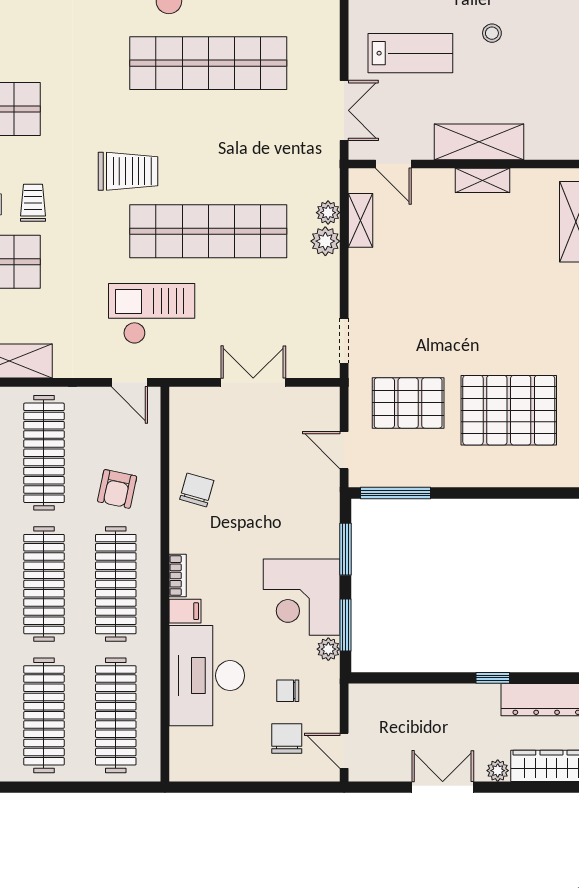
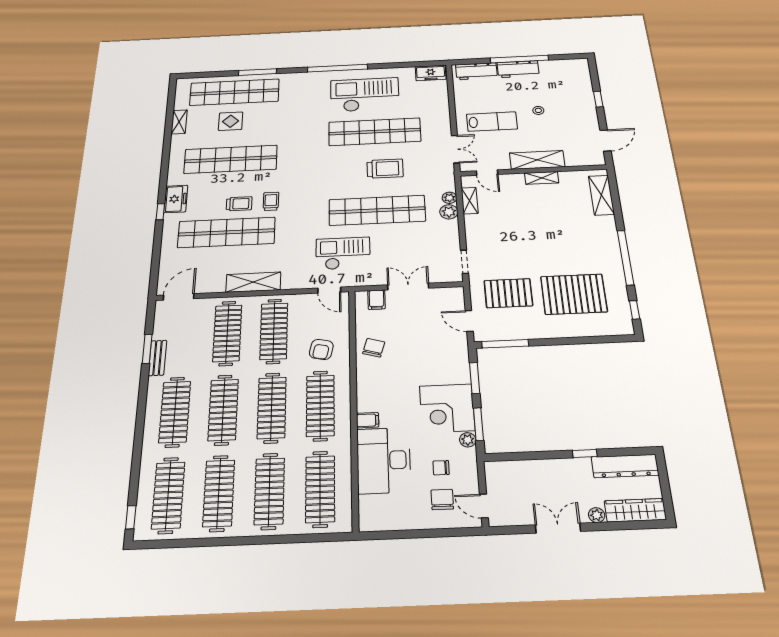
trolley: (128, 171) -> (385, 169), moved
filing cabinet: (203, 404) -> (377, 300), added
bookcase: (178, 576) -> (362, 399), removed

